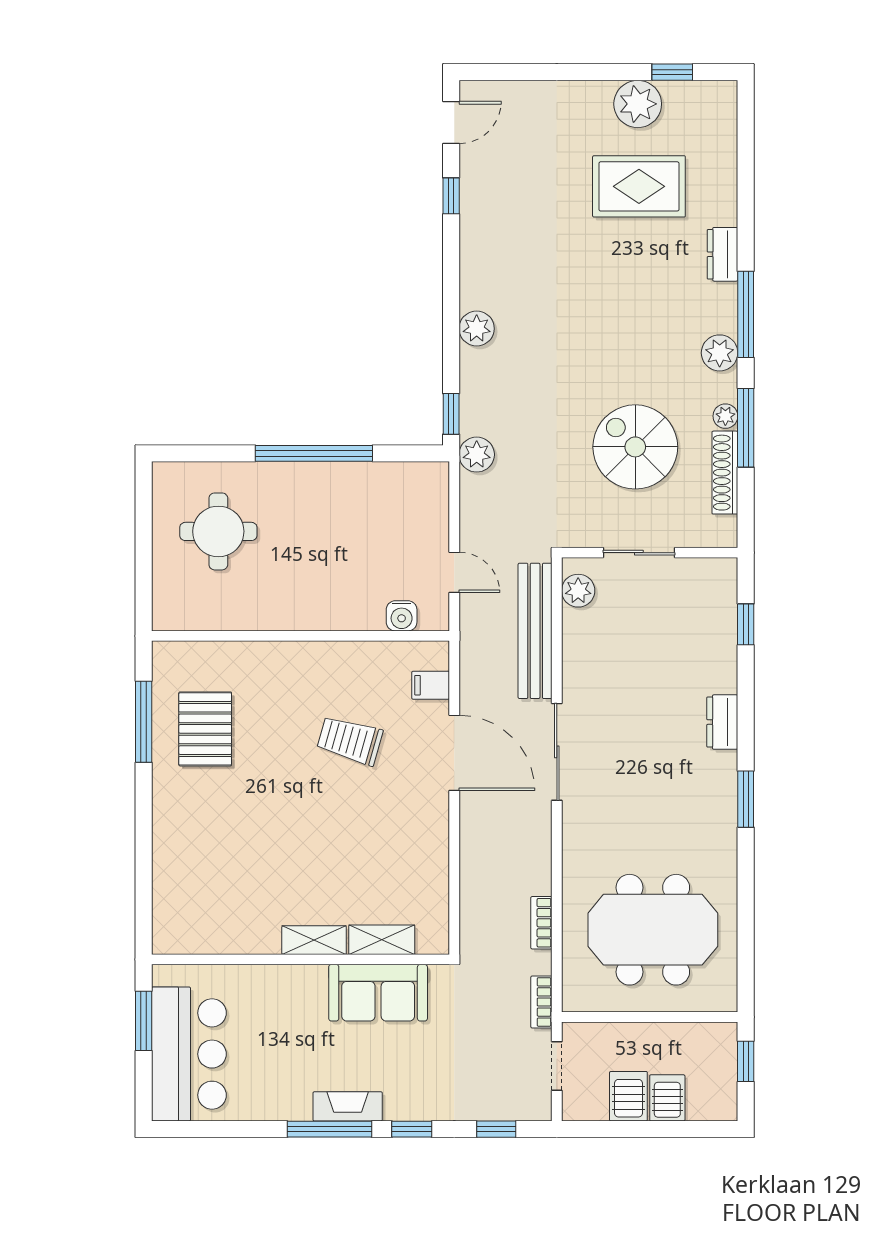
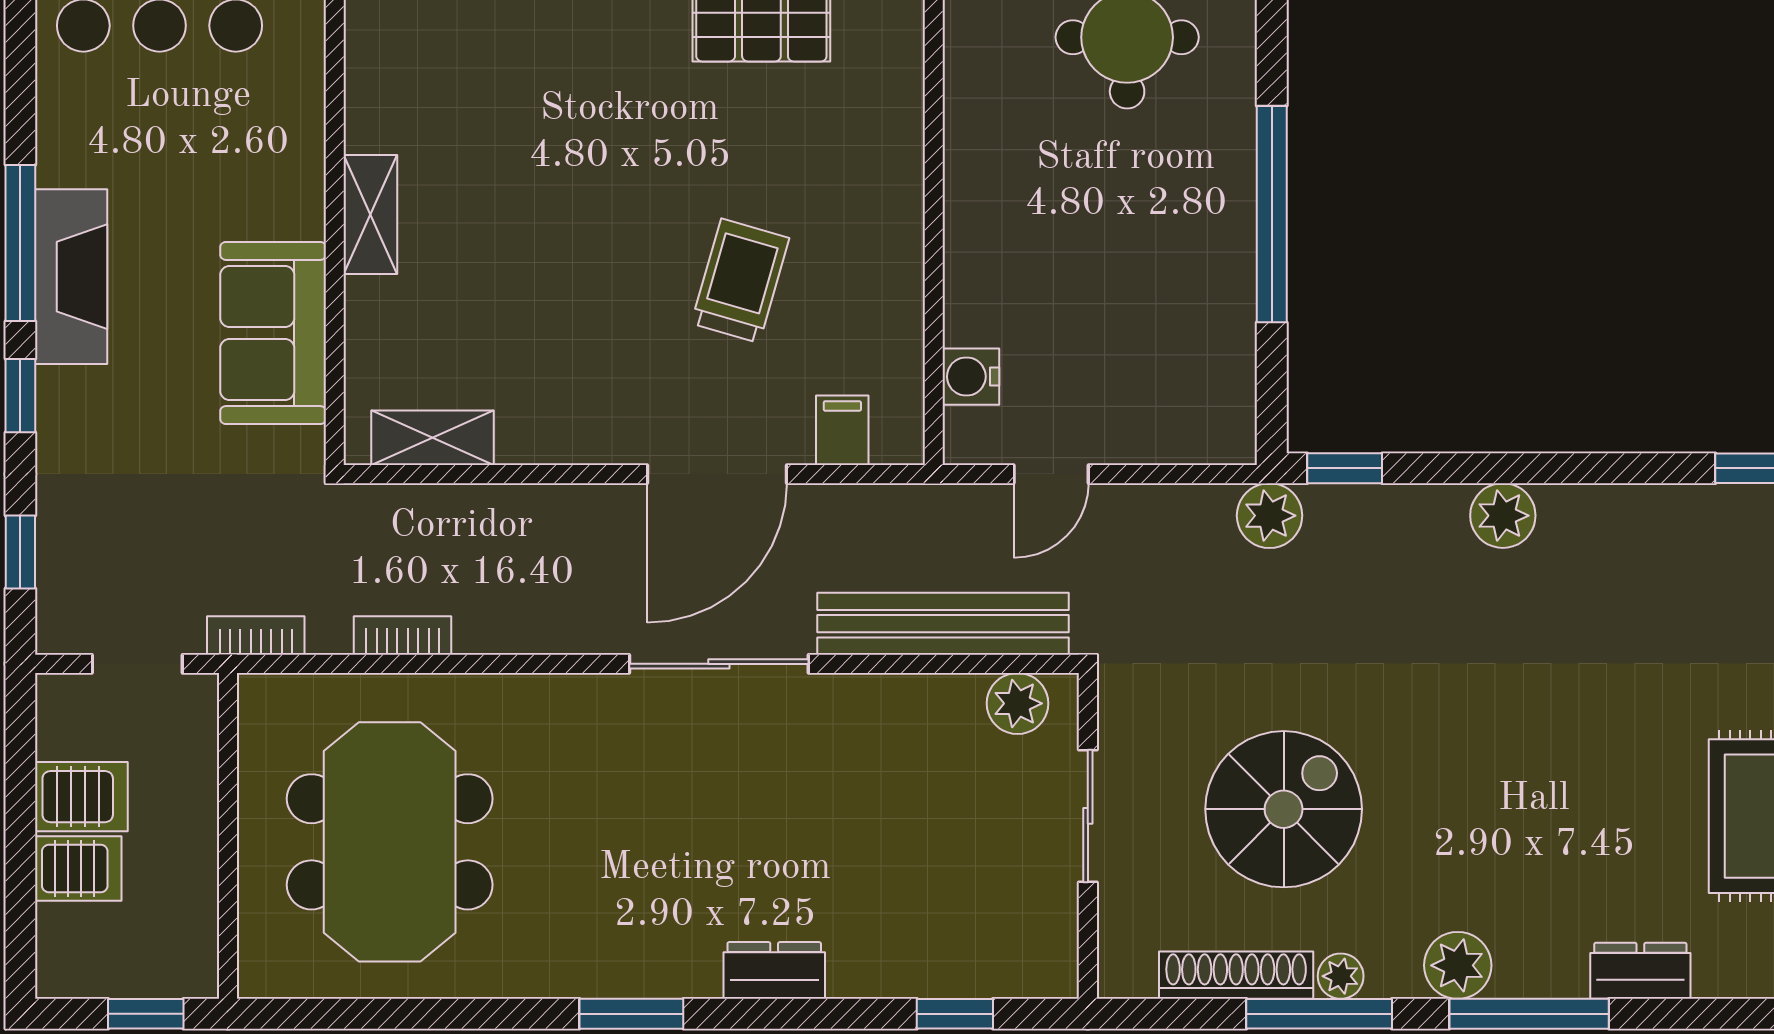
shelving: (382, 940) -> (433, 438), moved, turned 90
fireplace: (348, 1106) -> (71, 277), width x1.37, depth x1.32

